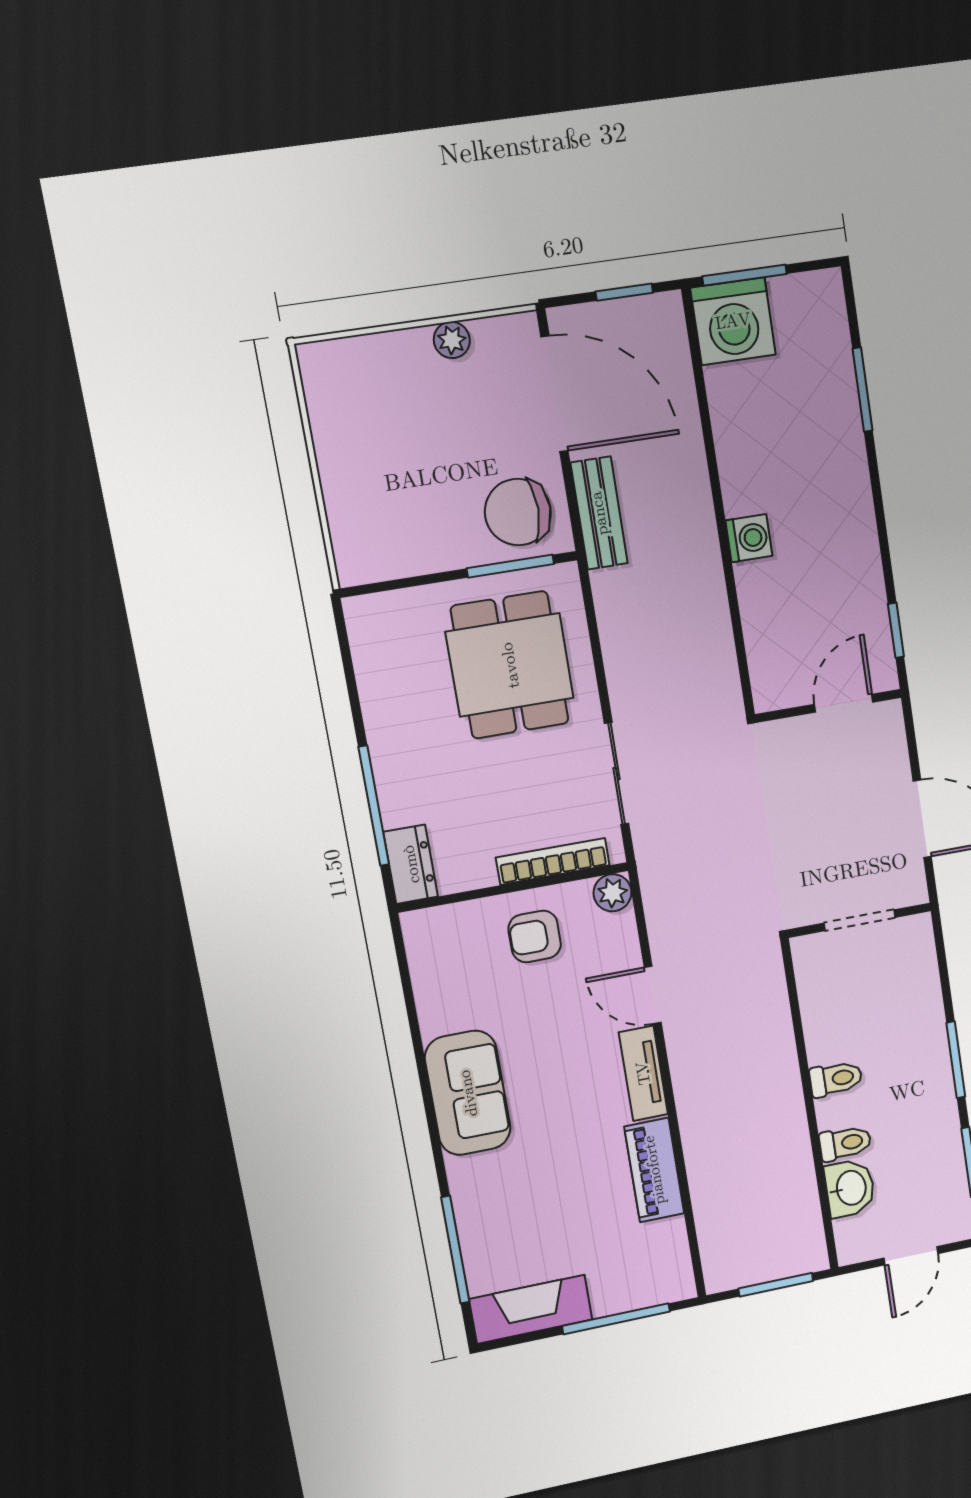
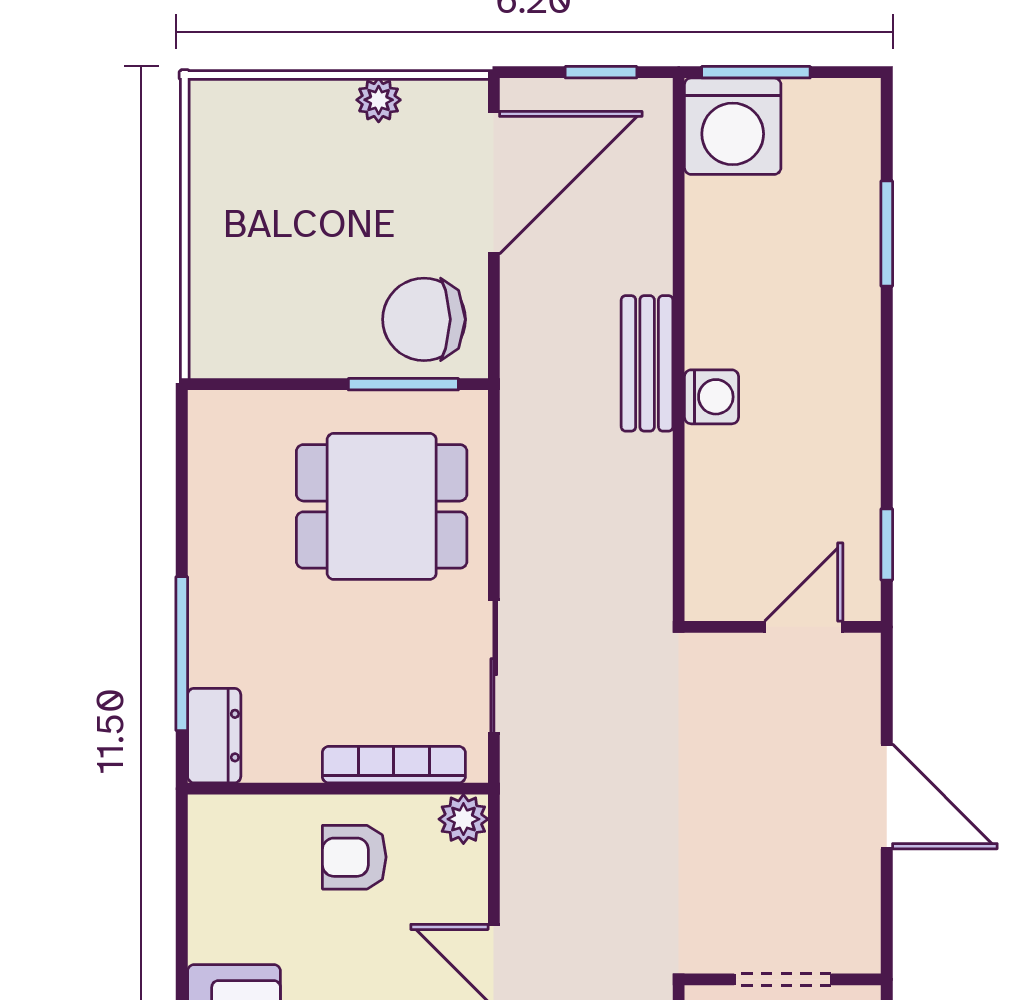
door: (554, 394) -> (494, 183), hinge flipped
bench: (599, 513) -> (647, 363), moved
dining table: (510, 665) -> (382, 506), turned 90
wall: (859, 920) -> (783, 979), moved
doorway: (860, 920) -> (783, 979), moved

